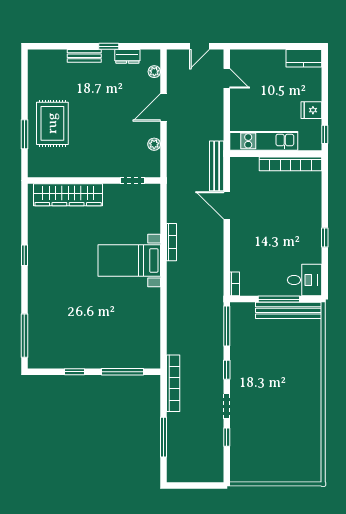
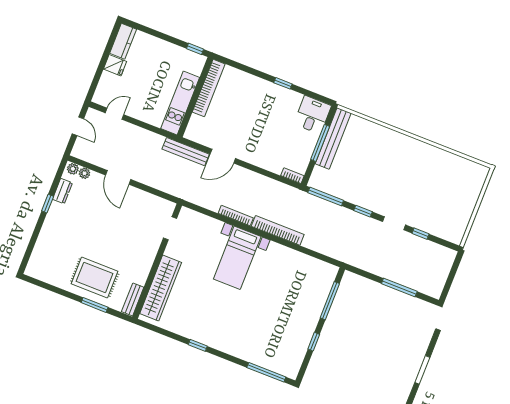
bench: (84, 56) -> (133, 299), moved
fridge: (311, 110) -> (115, 65), moved, turned -90
plant: (154, 144) -> (73, 169), moved
bookcase: (173, 383) -> (278, 230), moved

